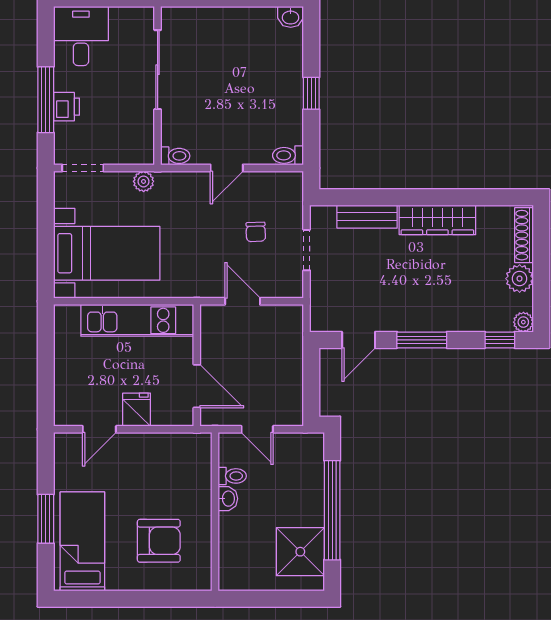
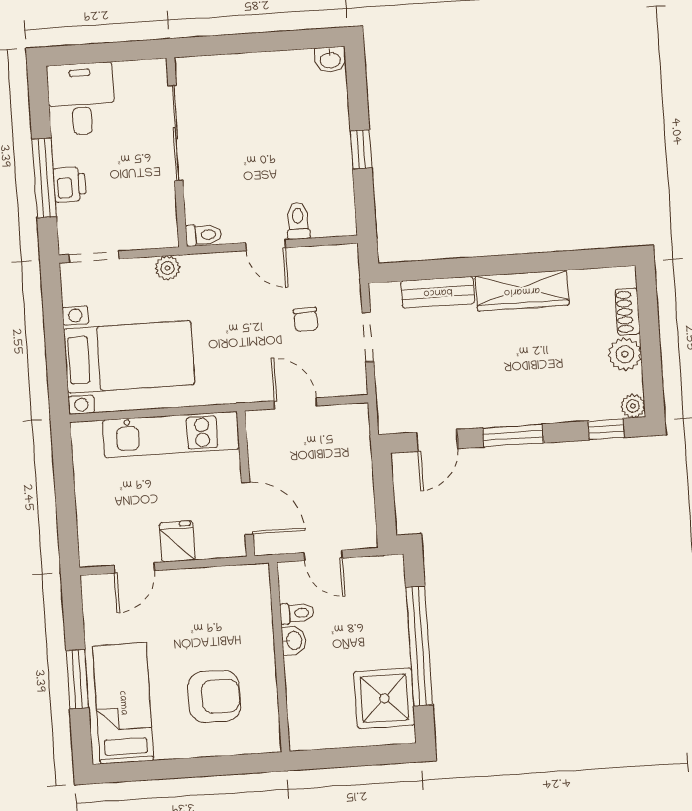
toilet: (288, 155) -> (298, 221), moved, turned 90
door: (227, 168) -> (266, 245), hinge flipped
shoe rack: (524, 235) -> (627, 312), width x0.70

